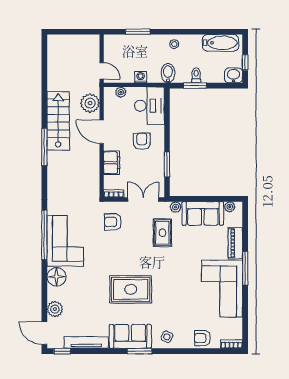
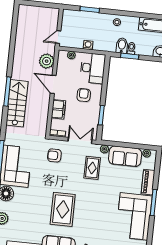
door: (102, 71) -> (58, 37), swing flipped
bidet: (168, 73) -> (122, 46), moved
stairs: (58, 121) -> (17, 103), moved
rug: (131, 289) -> (63, 209), turned 90

